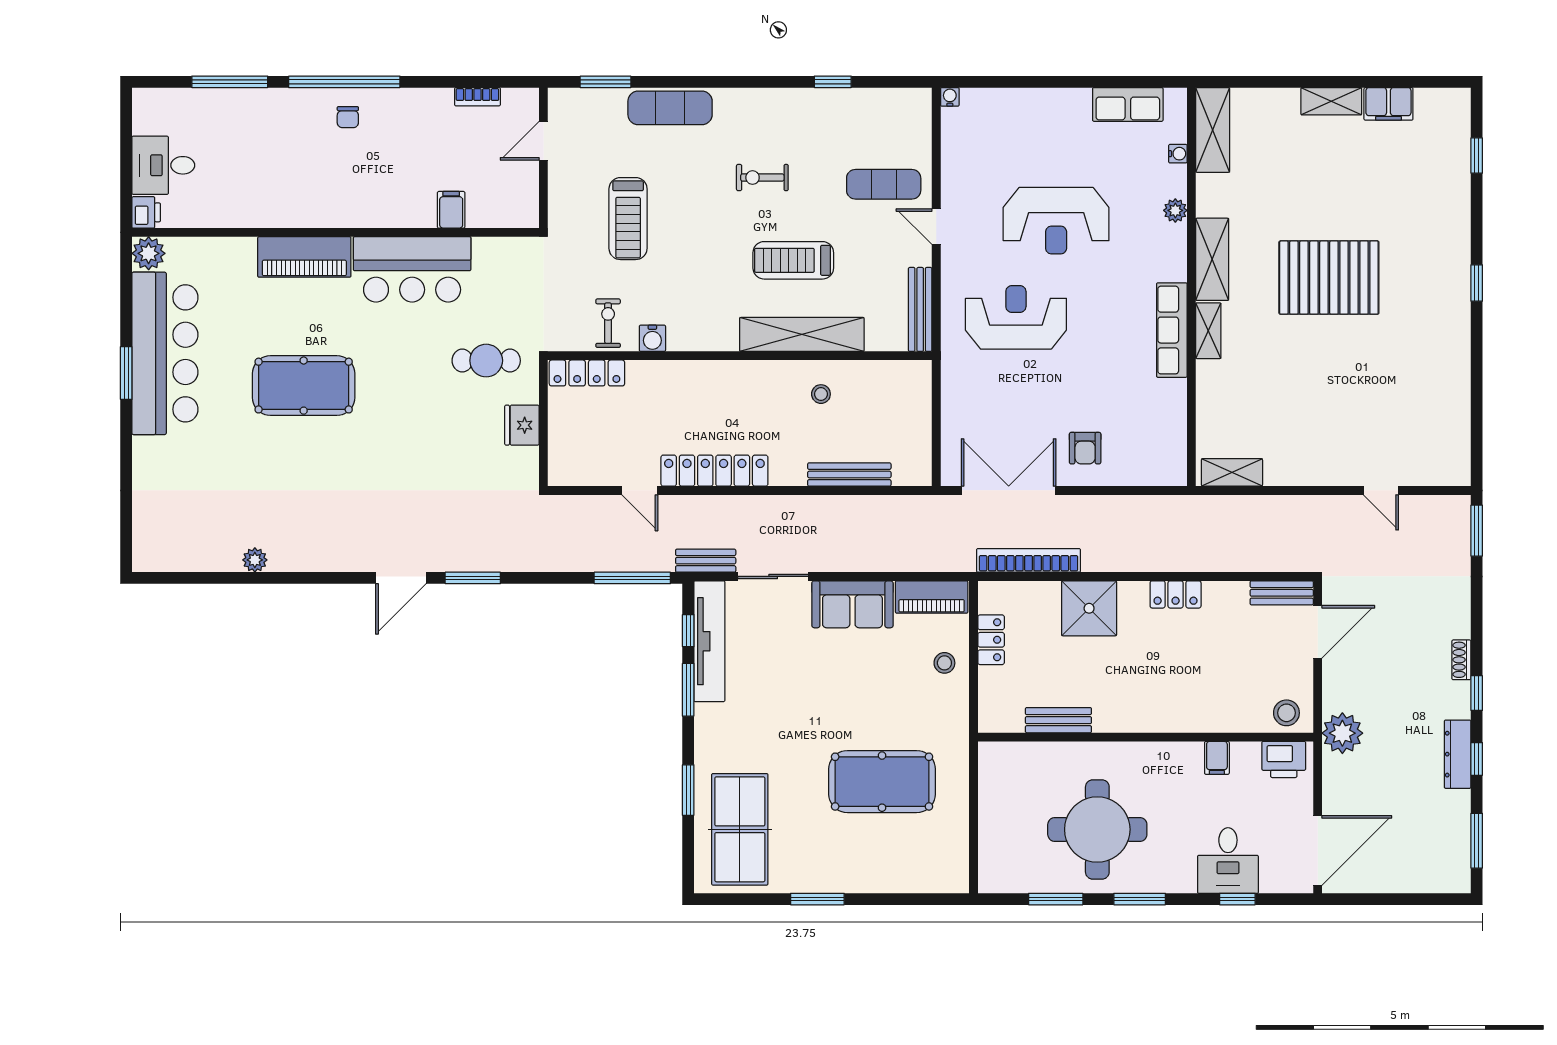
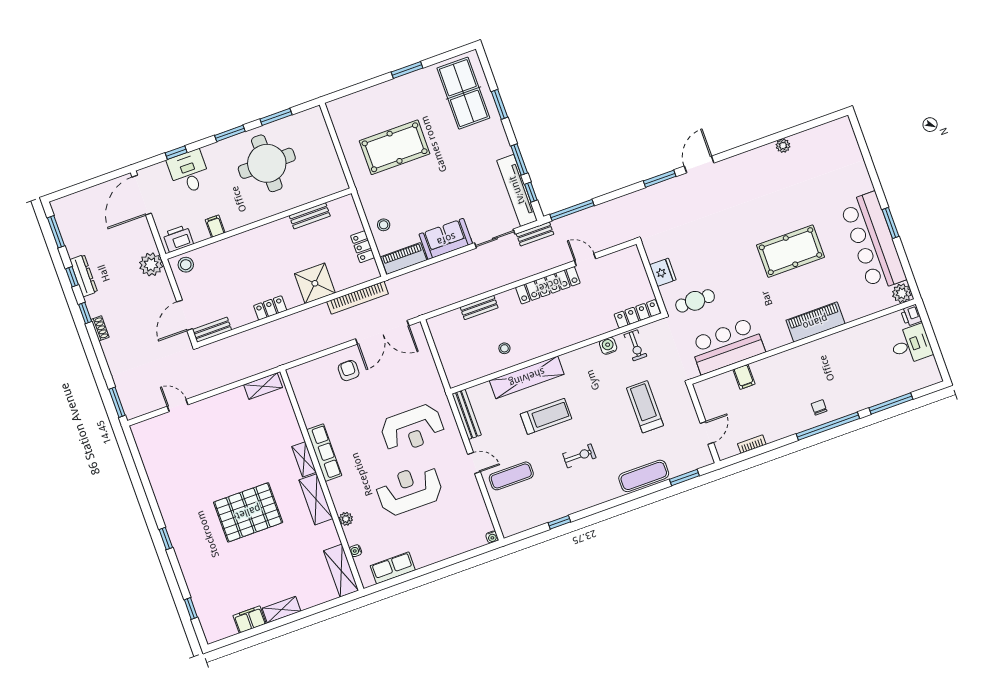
bar counter: (412, 269) -> (727, 346), moved
bench: (849, 474) -> (479, 307), width x0.73

